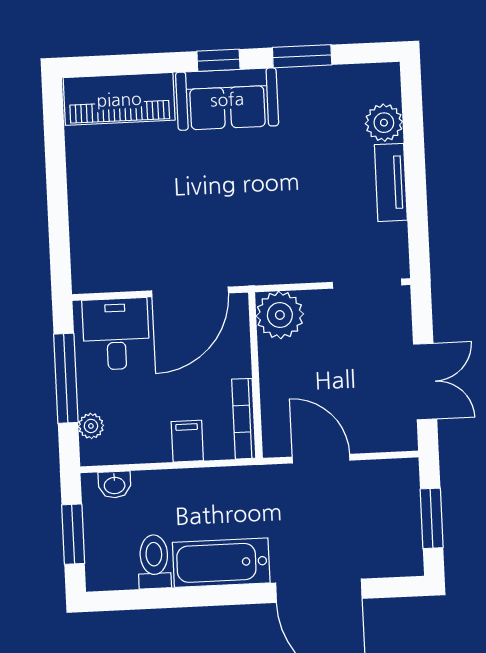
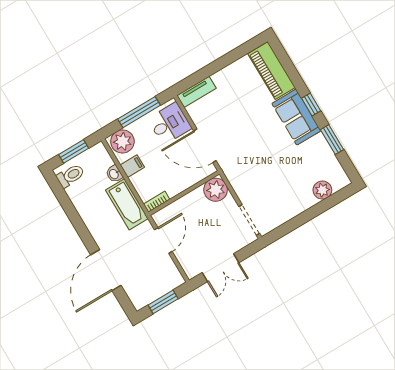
tv unit: (391, 182) -> (196, 92), moved, turned 180
bookcase: (244, 419) -> (157, 202), width x0.64
plant: (91, 426) -> (122, 141), width x1.87, depth x1.87
filing cabinet: (187, 441) -> (132, 166), moved
washbasin: (115, 485) -> (114, 174), moved
toilet: (154, 562) -> (70, 176), moved
bathtub: (221, 563) -> (127, 204), moved, turned 180

